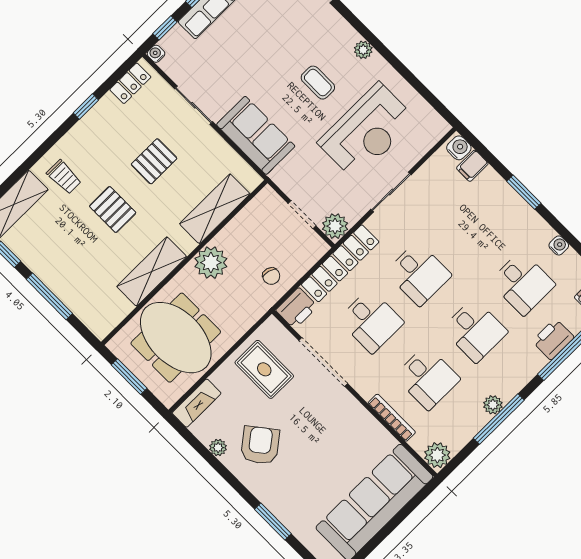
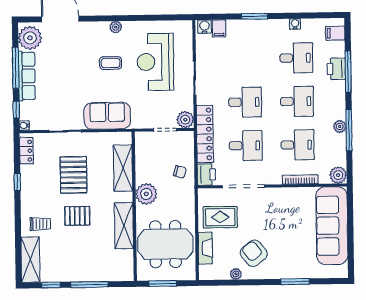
reception desk: (367, 131) -> (155, 62), turned 180
pallet: (154, 161) -> (74, 175), width x1.50, depth x1.42
fireplace: (197, 403) -> (205, 248), moved

